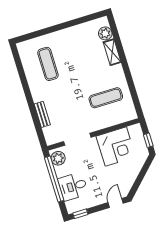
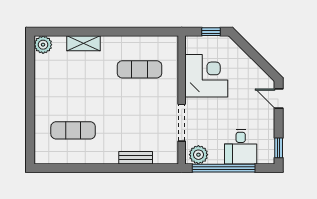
plant: (105, 33) -> (43, 45), moved
exercise mat: (106, 98) -> (139, 69), turned 90

